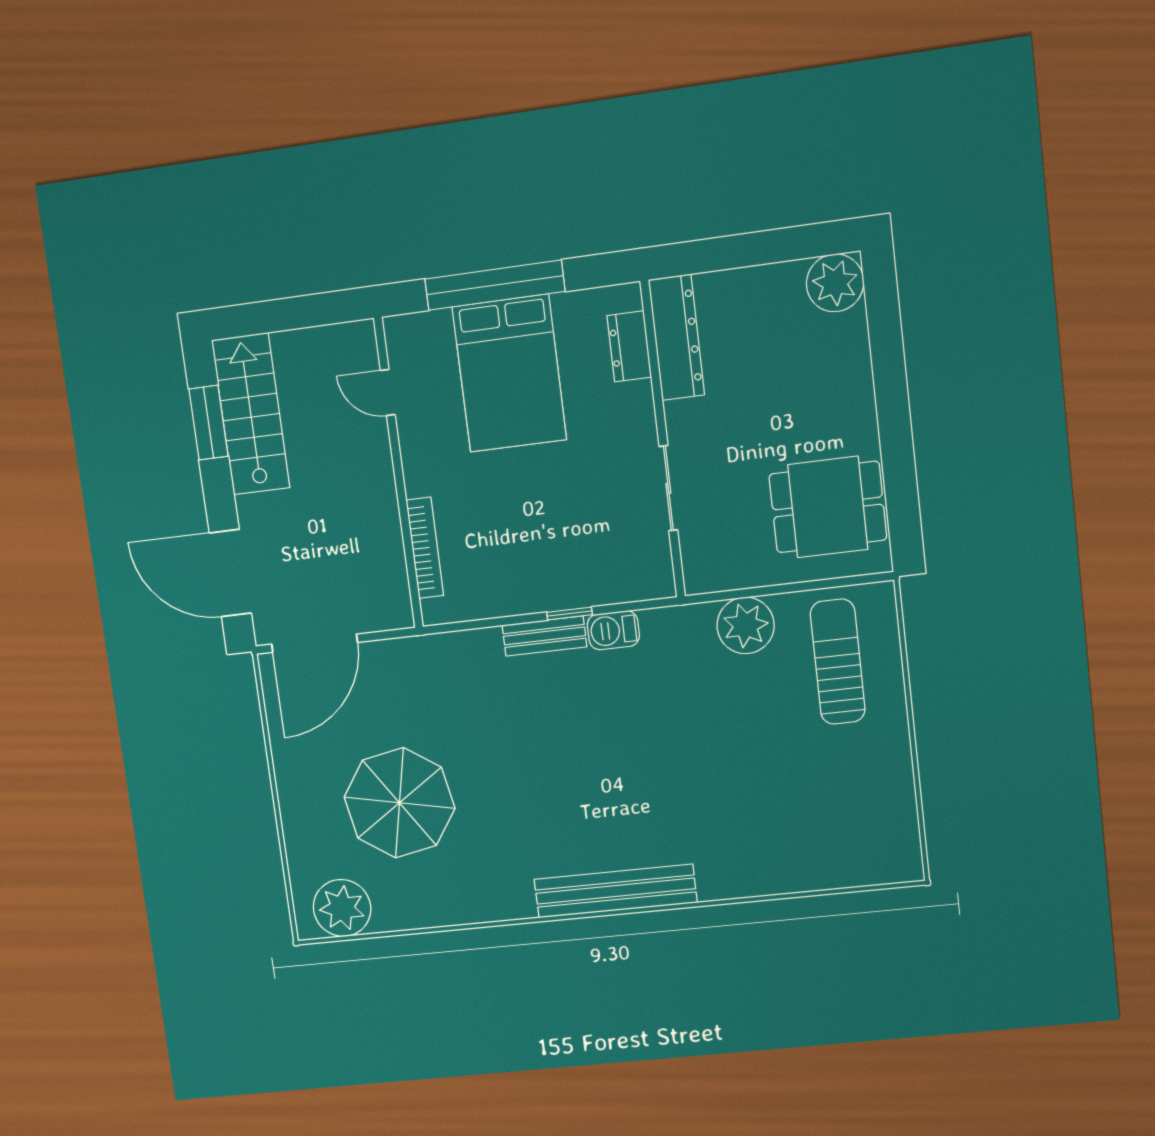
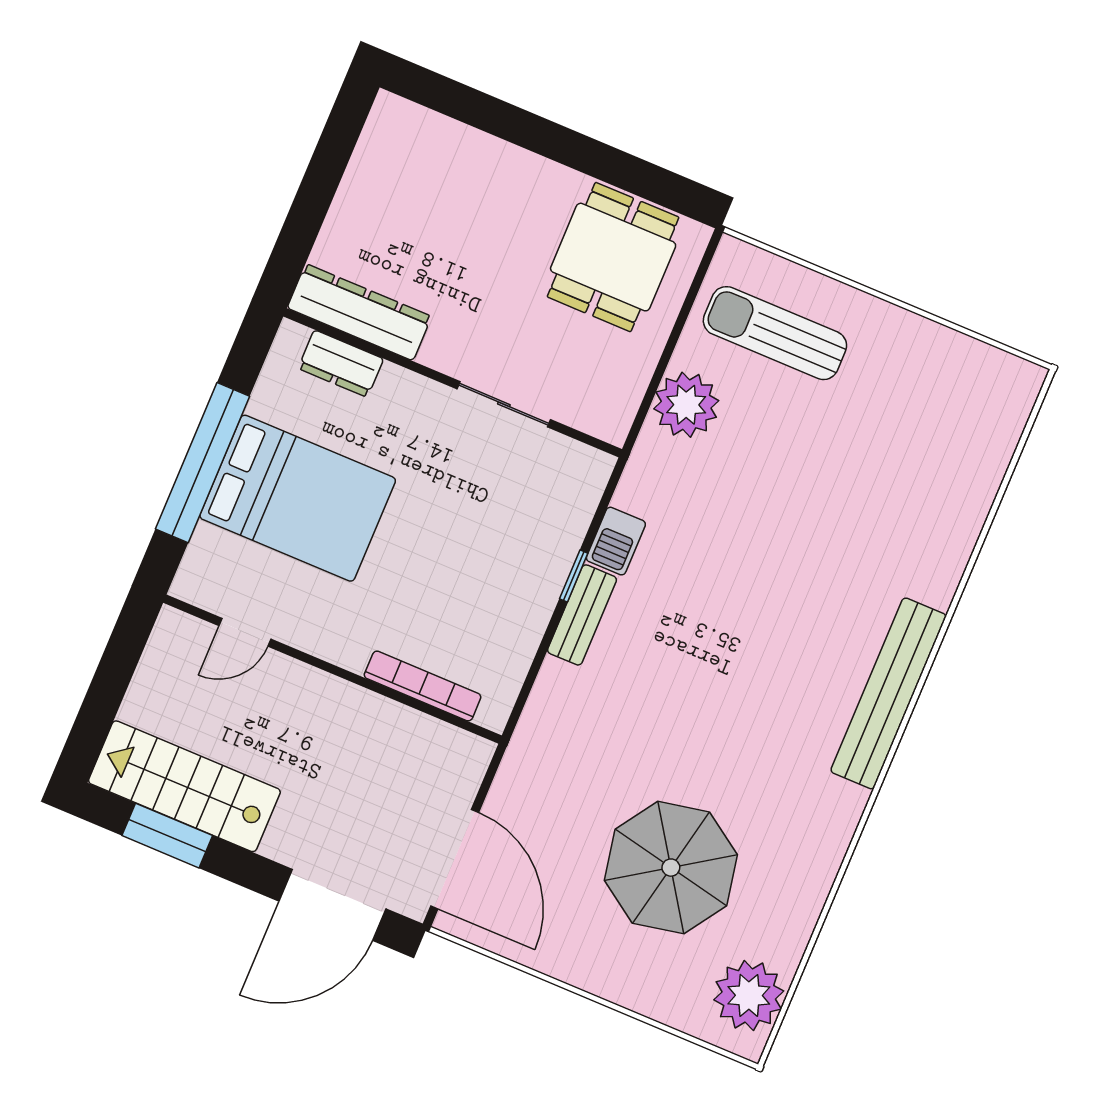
plant: (835, 283) -> (397, 129), removed

